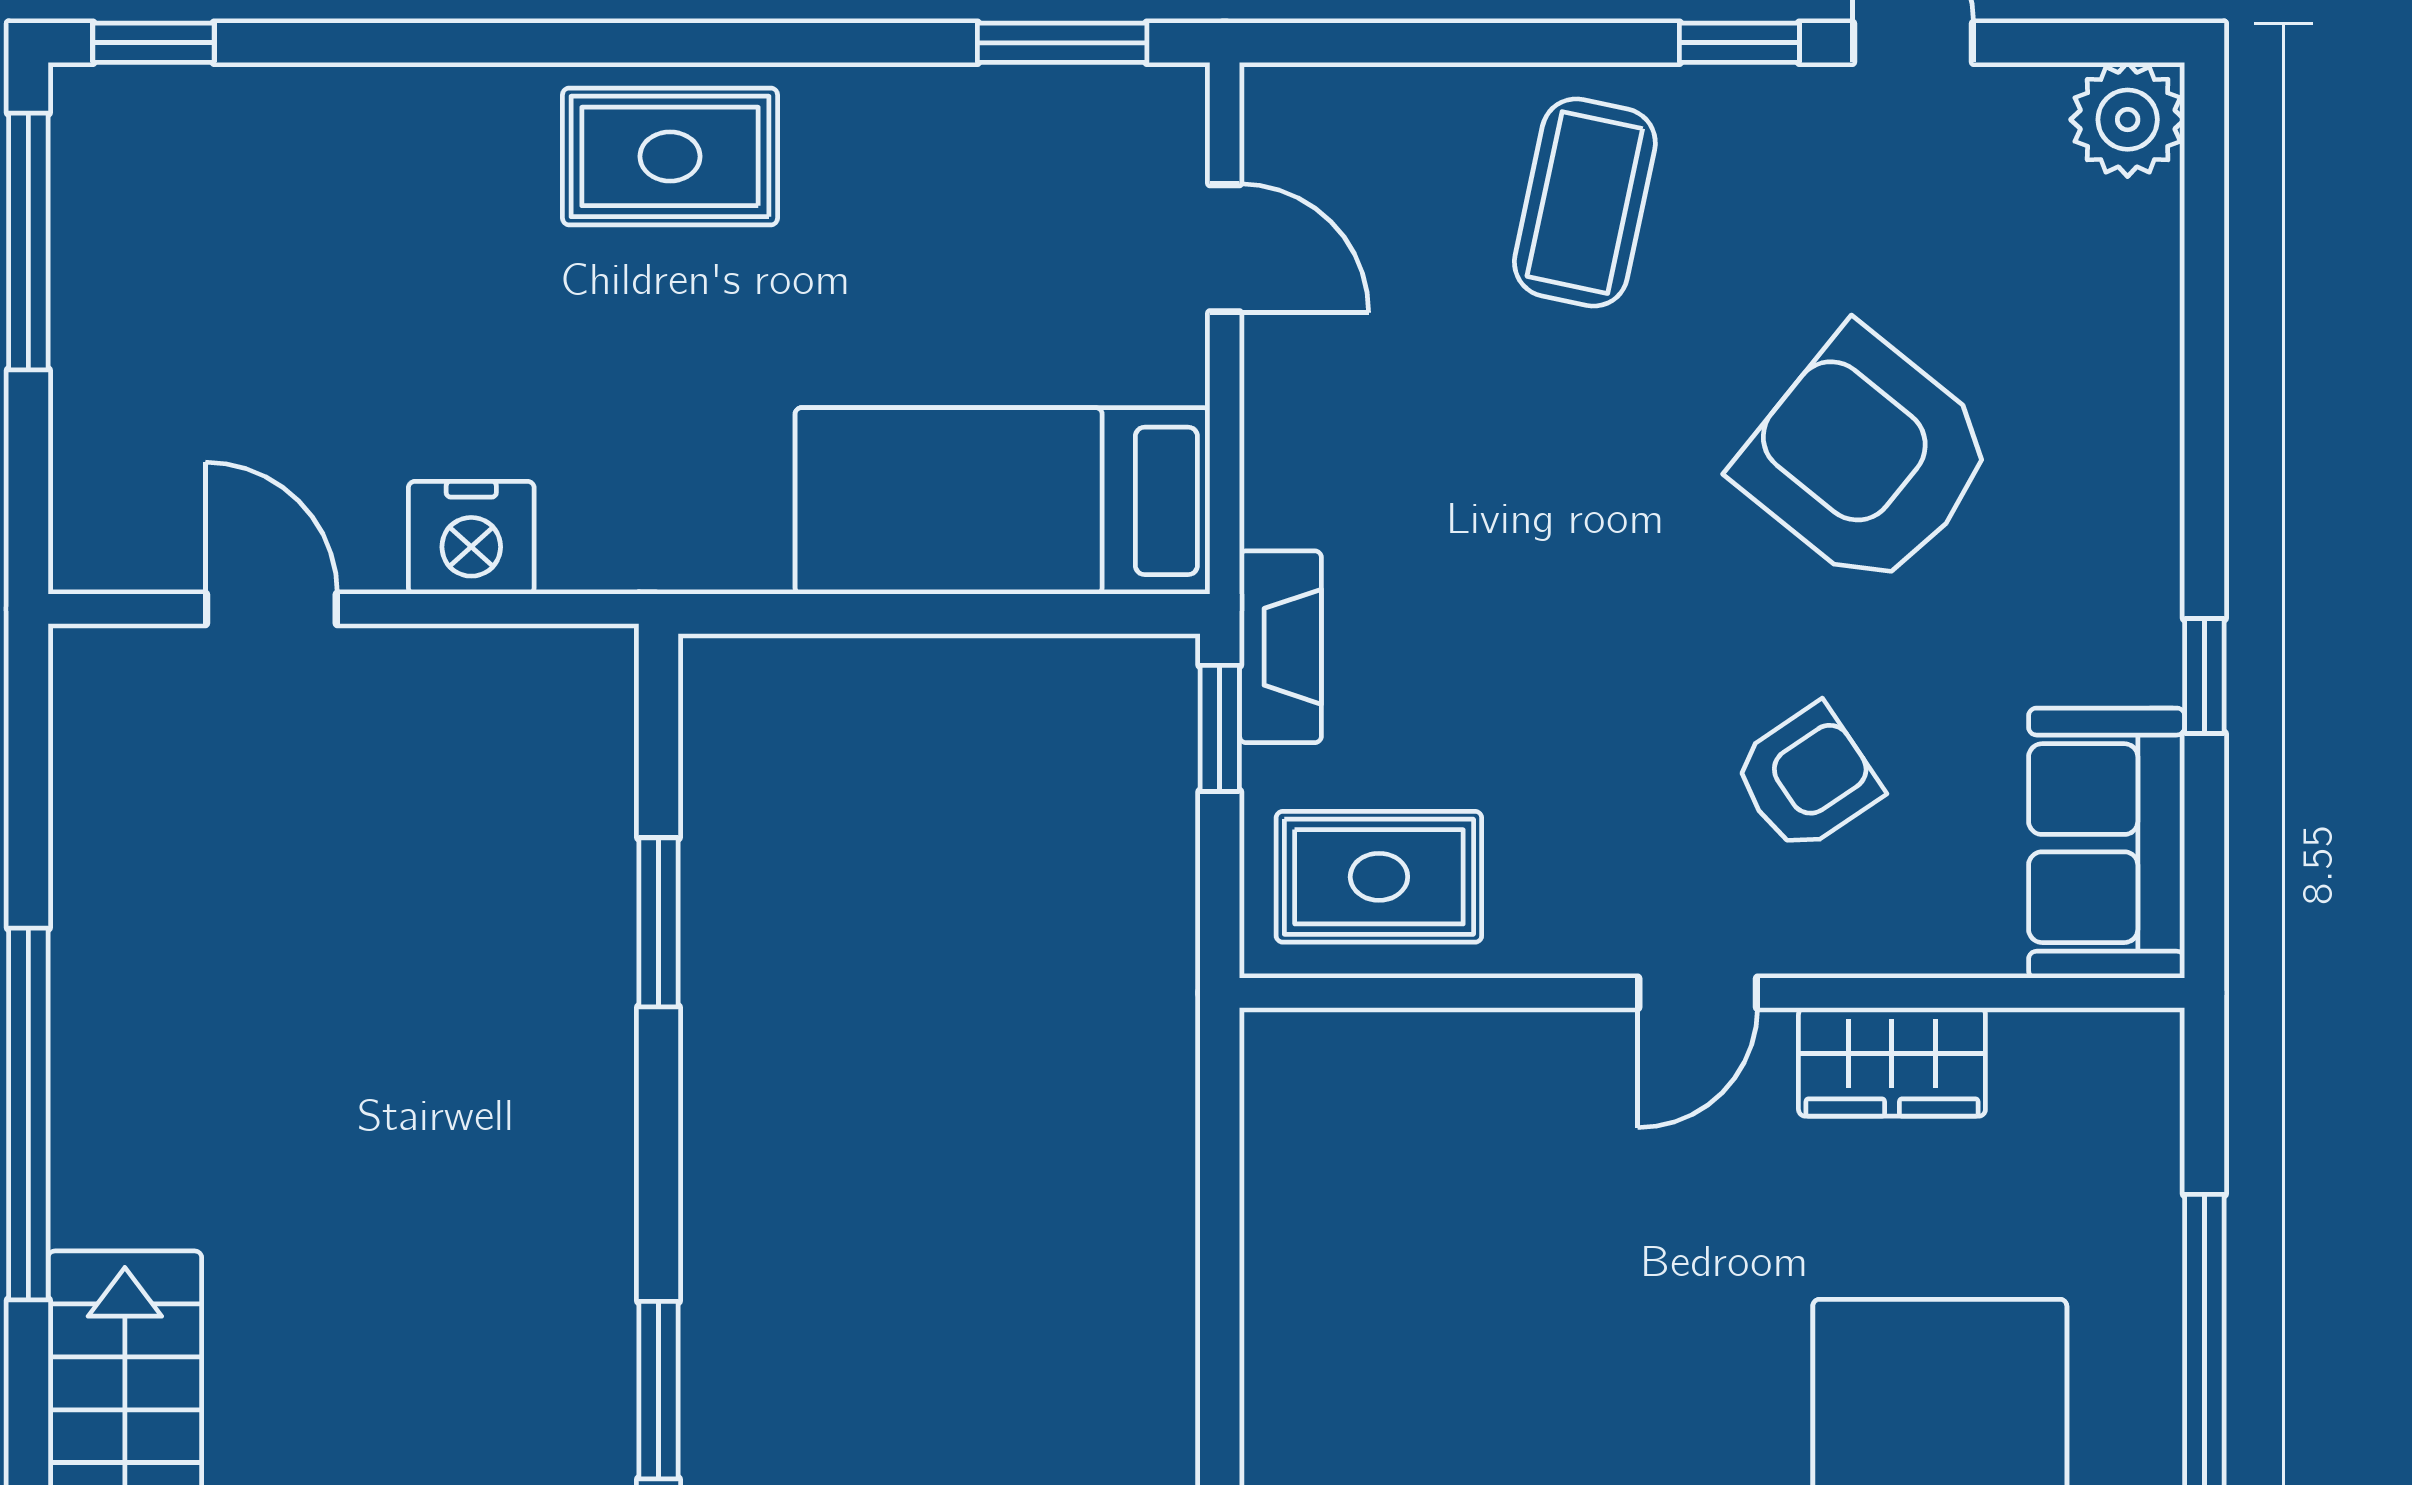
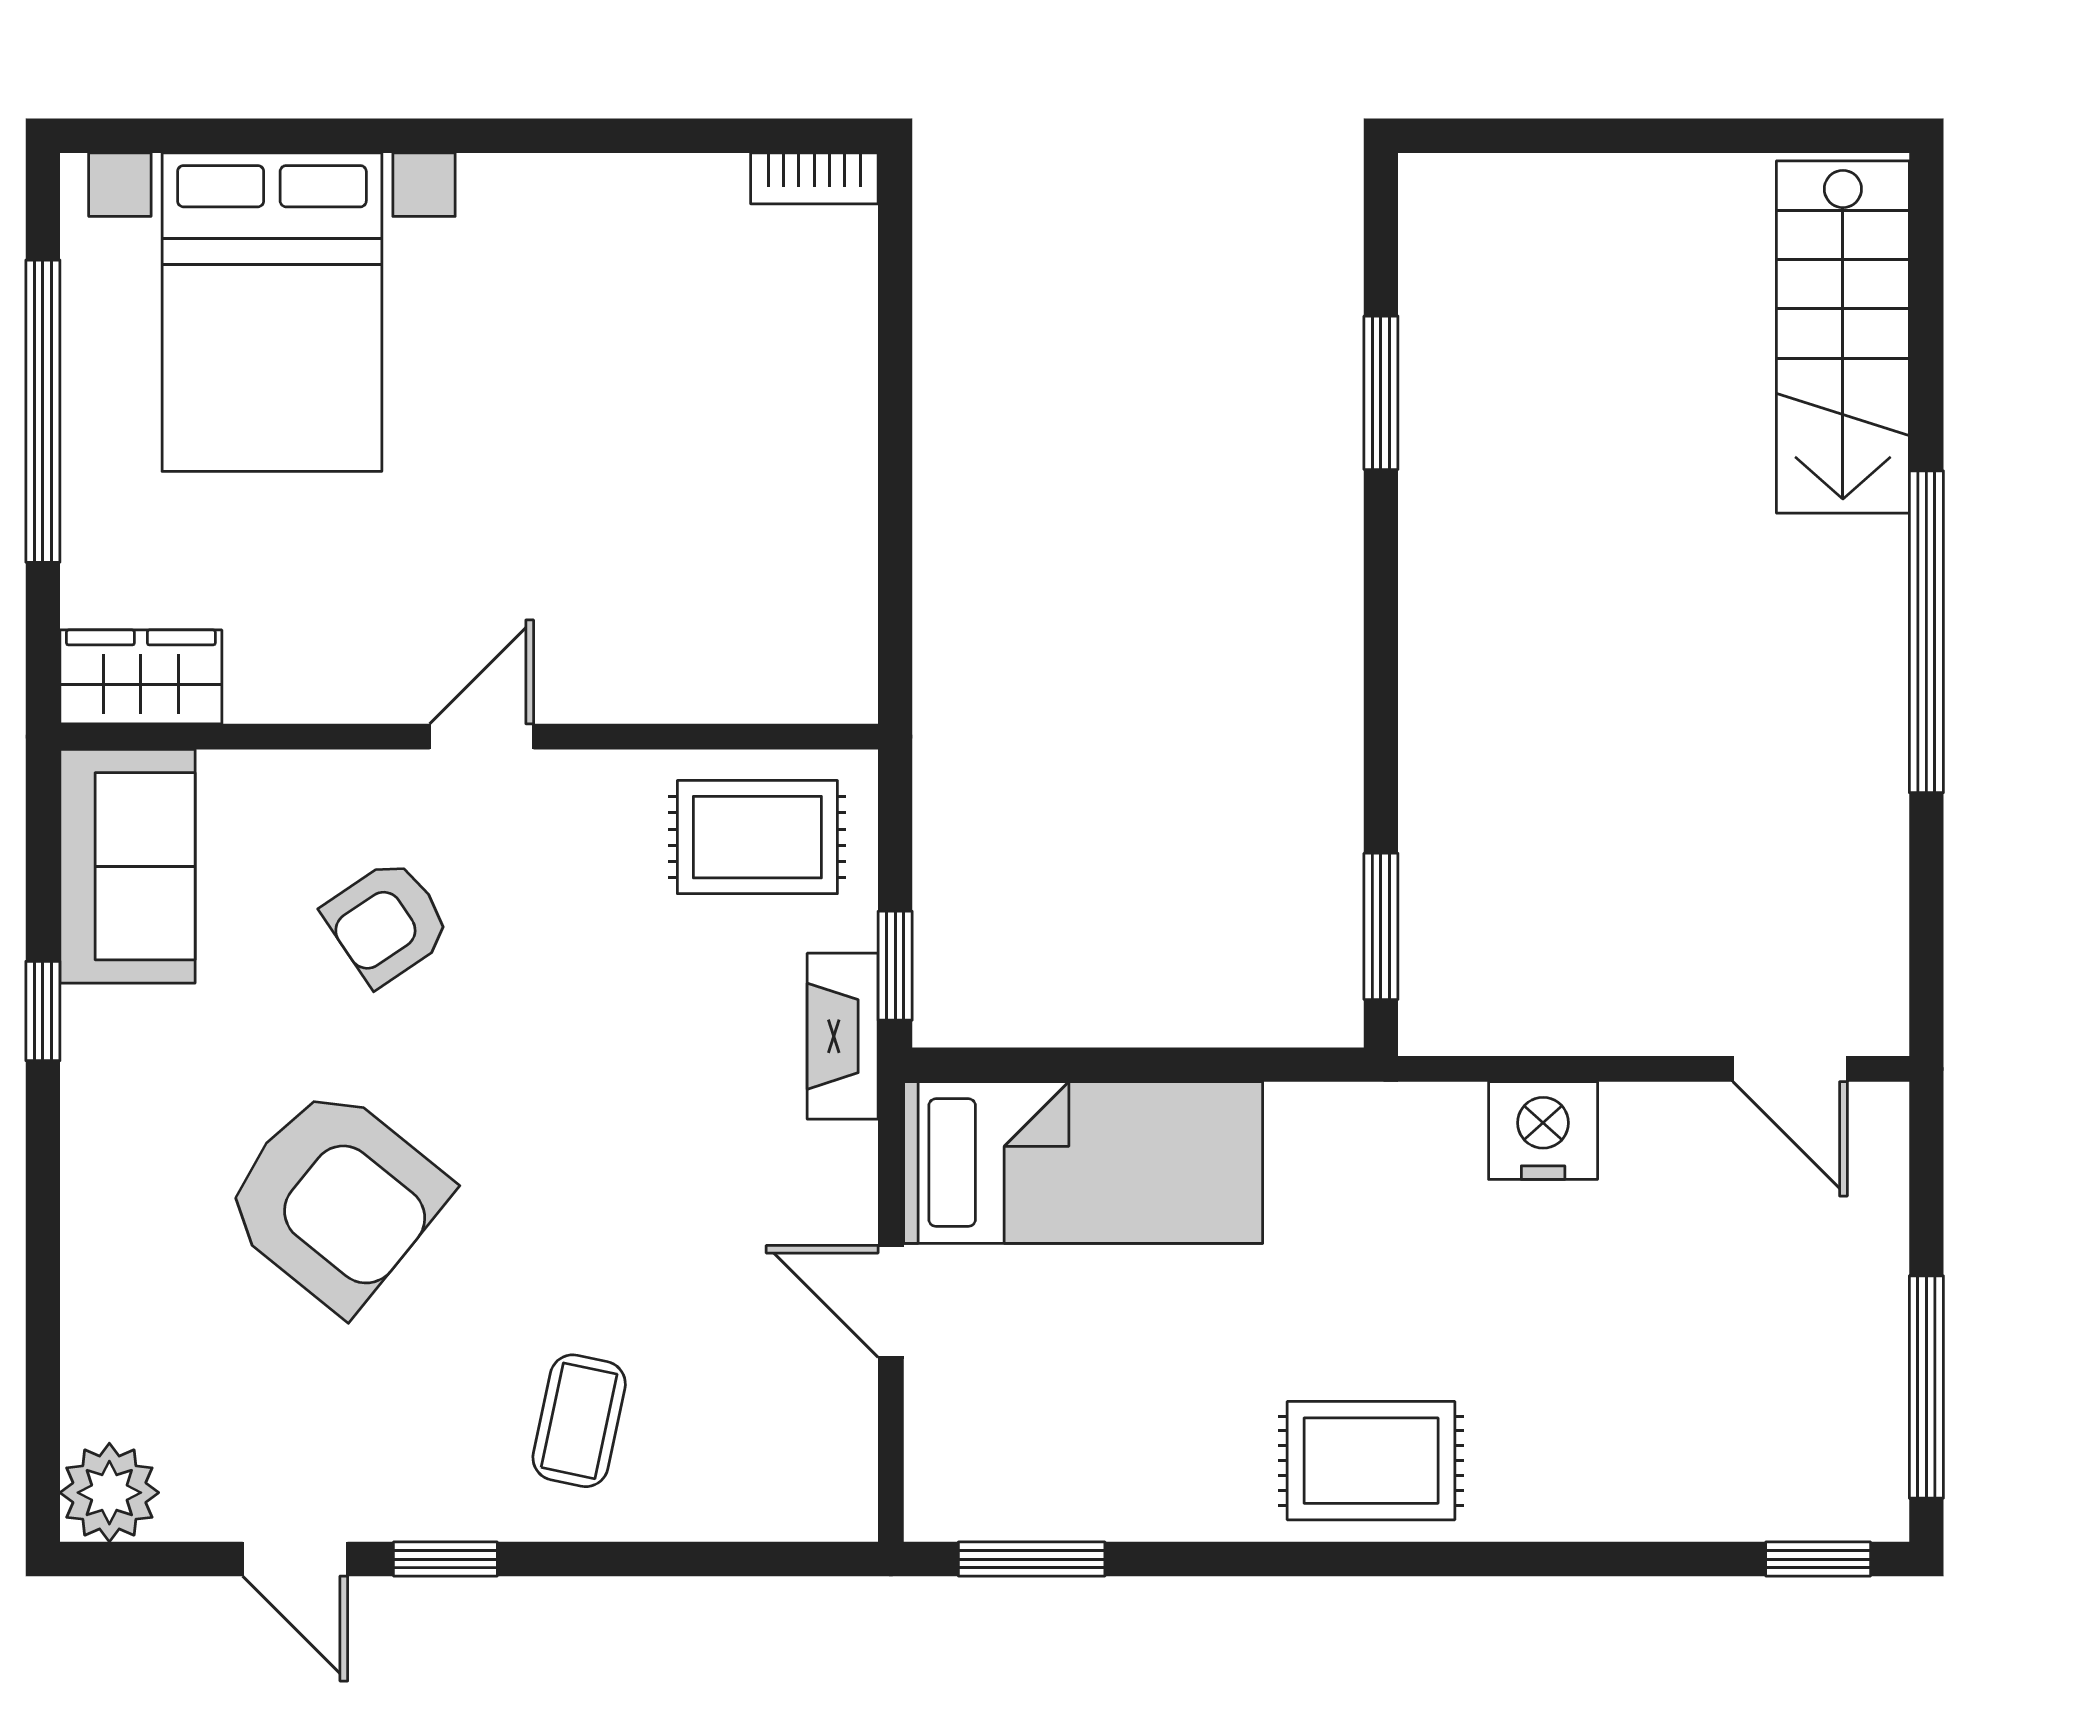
coffee table: (1585, 203) -> (579, 1421), width x0.73, depth x0.77
door: (1225, 248) -> (891, 1301), moved
door: (271, 609) -> (1790, 1069), moved
window: (659, 922) -> (1381, 926), moved
wardrobe: (1892, 1062) -> (141, 677), moved

